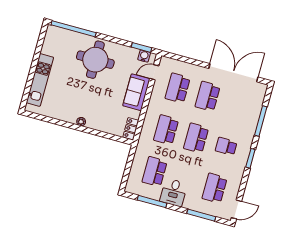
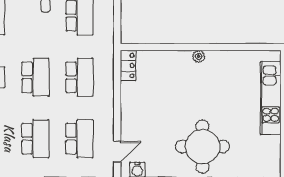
sofa: (136, 92) -> (134, 117), removed

